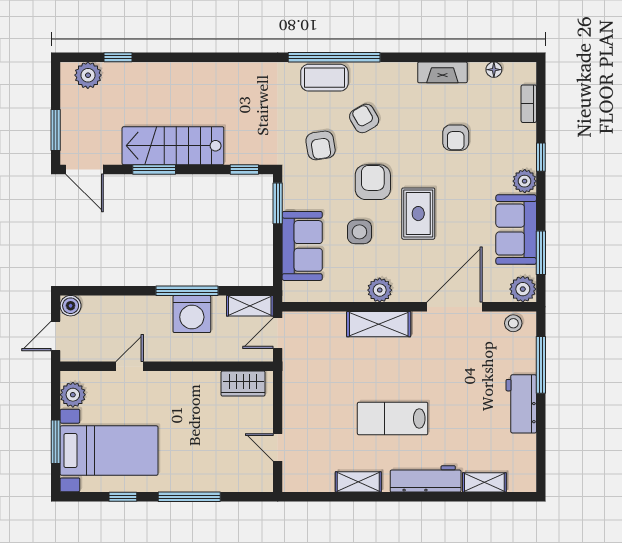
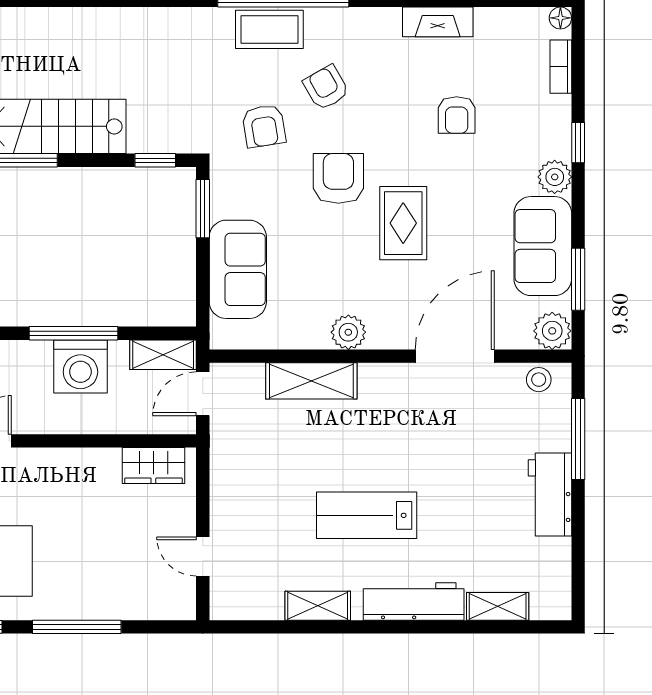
floor lamp: (494, 70) -> (560, 18), moved
side table: (359, 232) -> (319, 249), removed
shelving: (379, 324) -> (311, 381), moved

